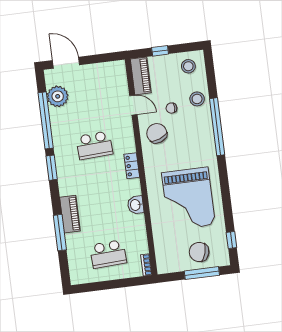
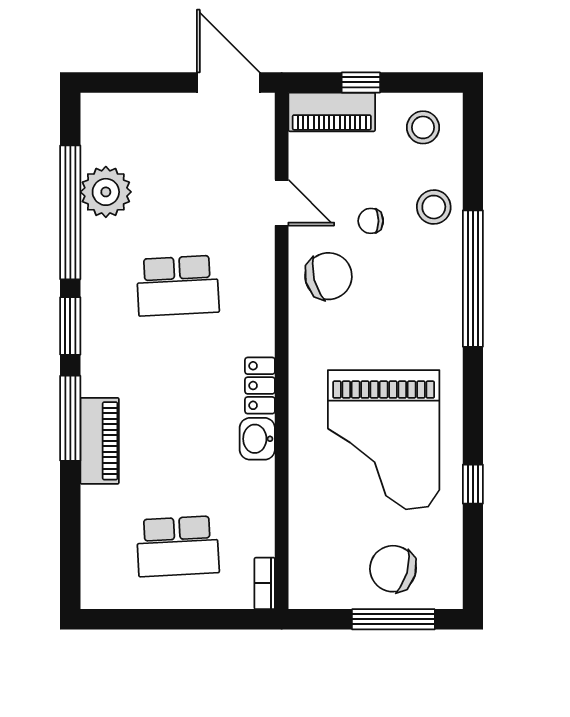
door: (66, 63) -> (228, 82), moved
piano: (141, 76) -> (332, 112), moved, turned 90
plant: (58, 96) -> (106, 192), moved
chair: (157, 133) -> (328, 276), turned 96
locker: (132, 166) -> (260, 386), moved
window: (60, 233) -> (70, 418), moved
window: (231, 240) -> (473, 484), moved

